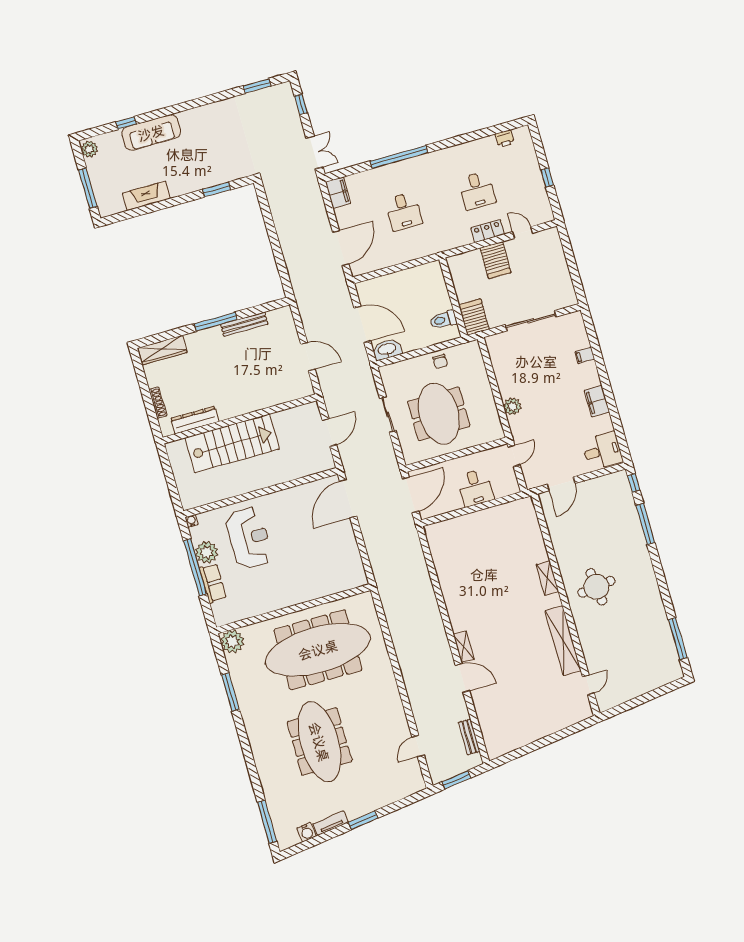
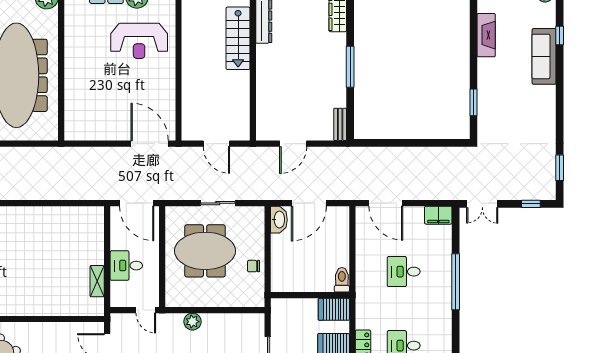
server rack: (474, 317) -> (334, 309), moved, turned 180
toilet: (443, 320) -> (342, 280), moved
bench: (244, 324) -> (340, 124), moved, width x0.73
stairs: (232, 443) -> (238, 38), width x0.73, depth x0.66
shelving: (547, 578) -> (97, 281), moved, turned 90

